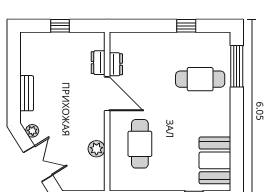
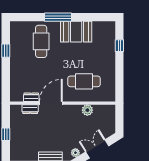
window: (237, 66) -> (58, 17), moved
booth: (215, 160) -> (76, 32), moved

